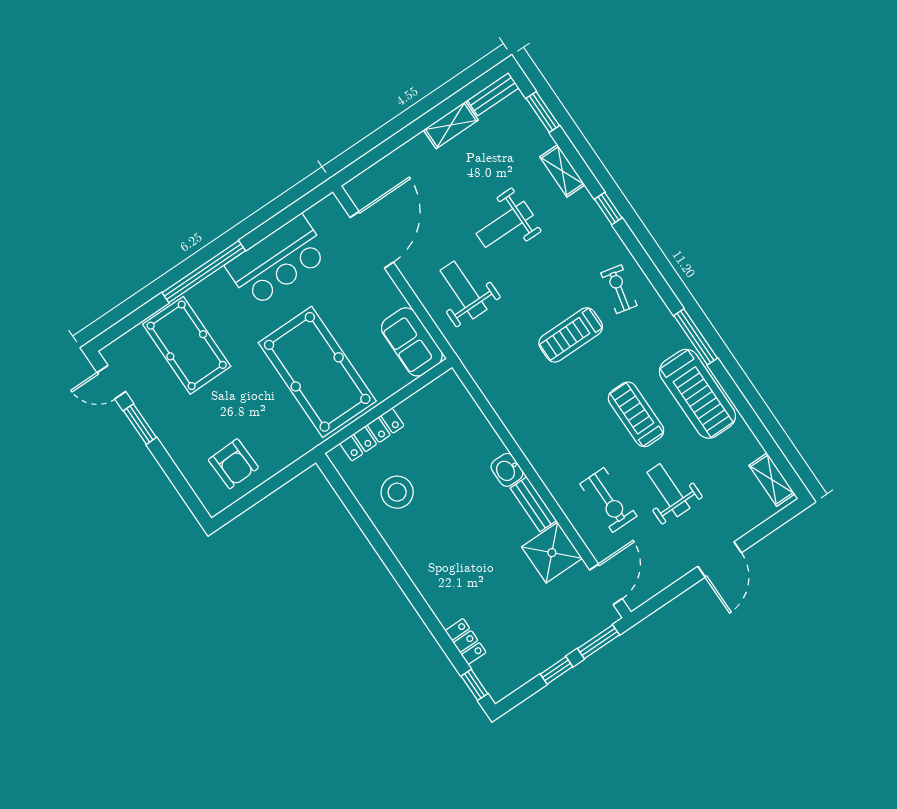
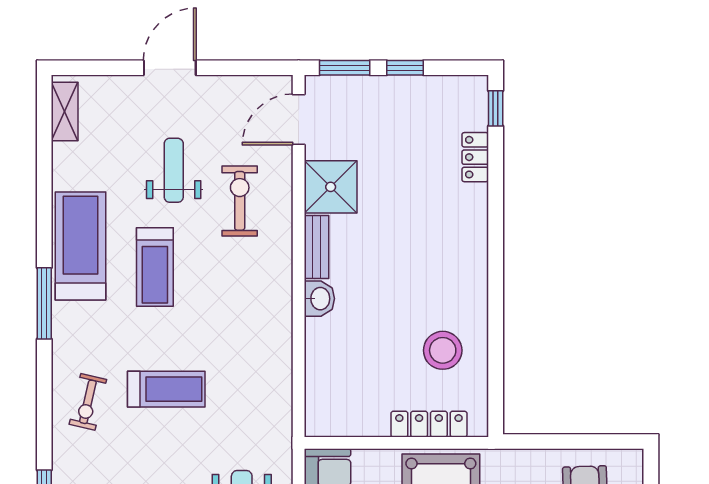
weight bench: (669, 490) -> (174, 170), turned 180

